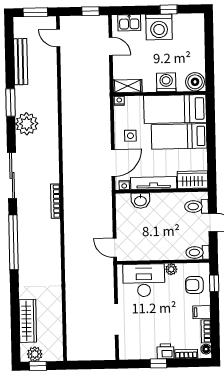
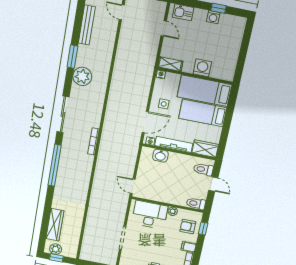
washing machine: (159, 27) -> (213, 17), width x0.53, depth x0.53
boiler: (195, 82) -> (226, 73), removed

